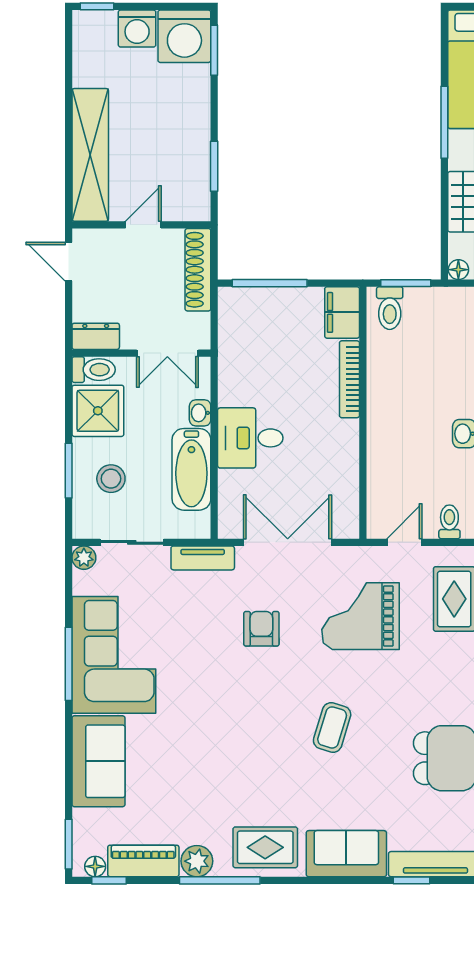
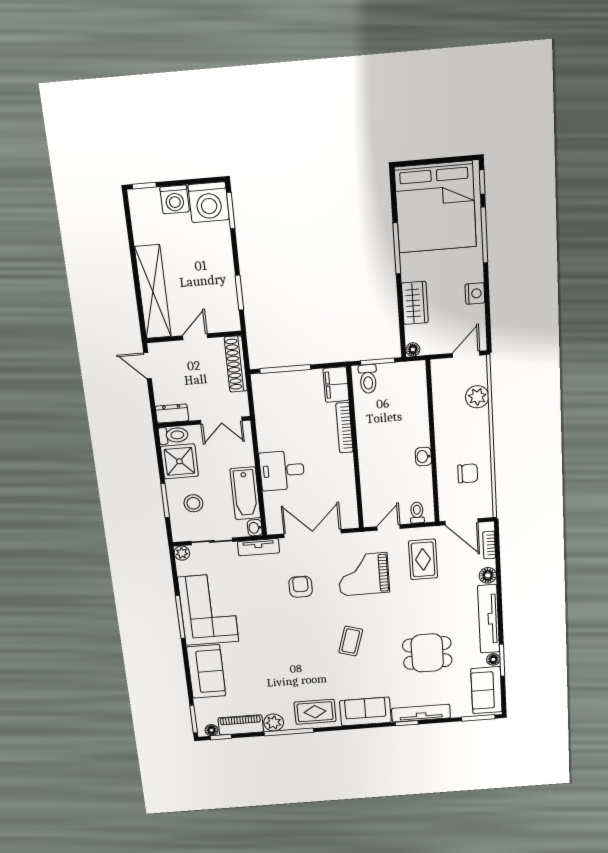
washbasin: (200, 413) -> (255, 528), moved

